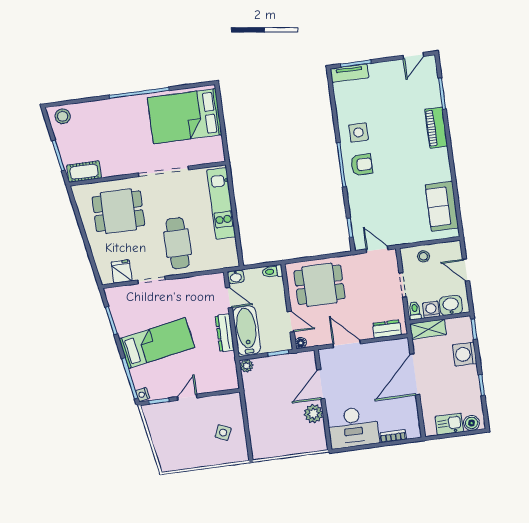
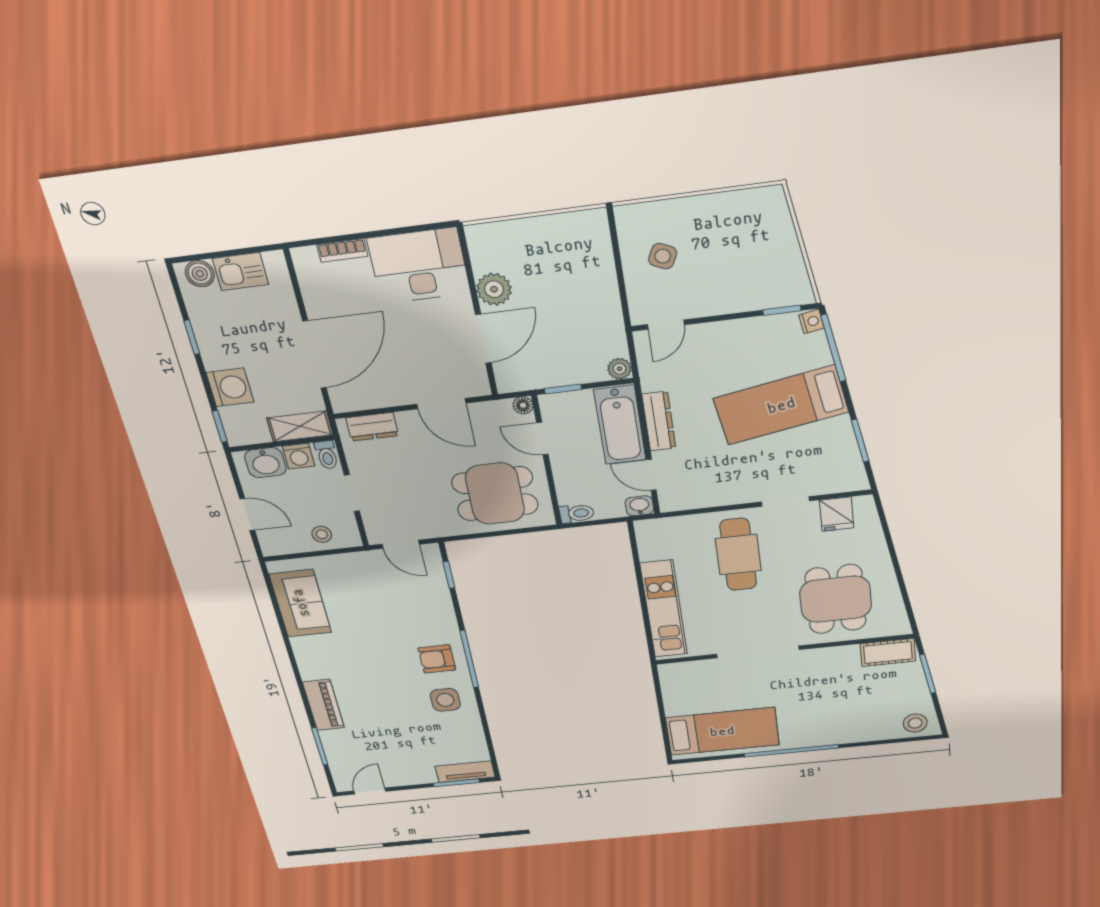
bed: (185, 116) -> (722, 731), width x0.67
dining table: (118, 211) -> (836, 599), turned 90
door: (187, 397) -> (666, 325), moved

